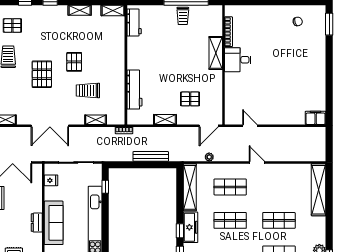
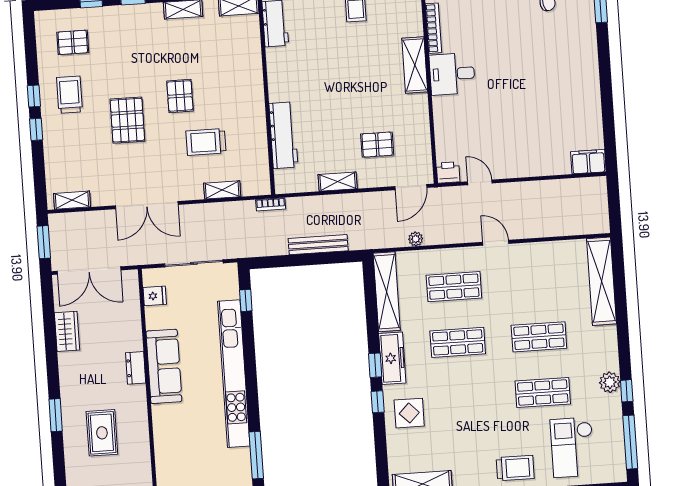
printer: (231, 118) -> (448, 172), added

